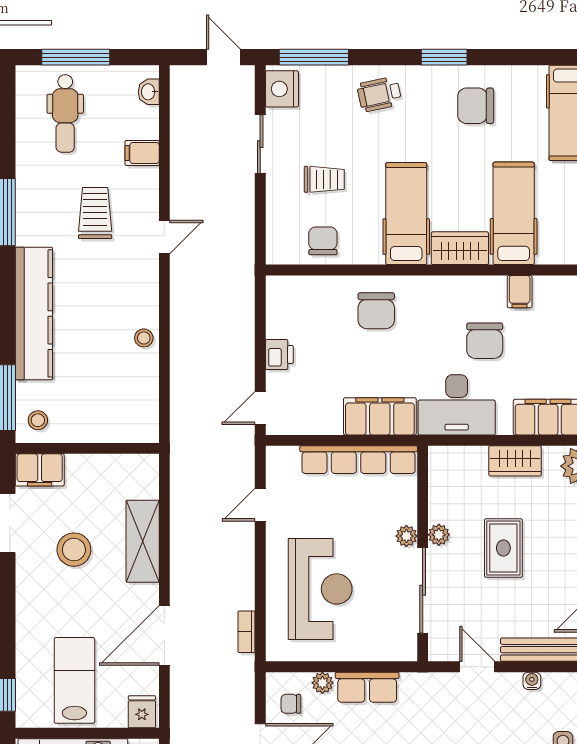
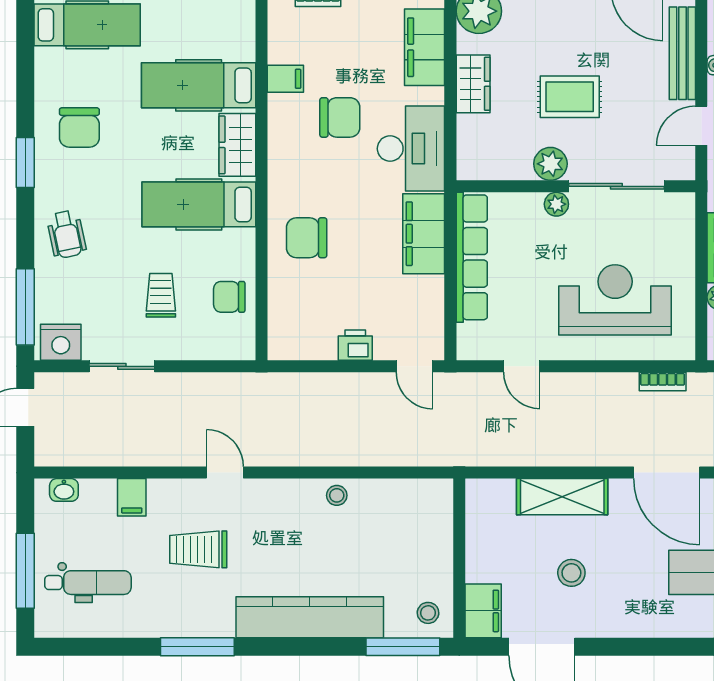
chair: (376, 311) -> (307, 238), turned 180
plant: (439, 535) -> (550, 164), width x1.38, depth x1.38
stool: (74, 550) -> (571, 573), width x0.73, depth x0.73

